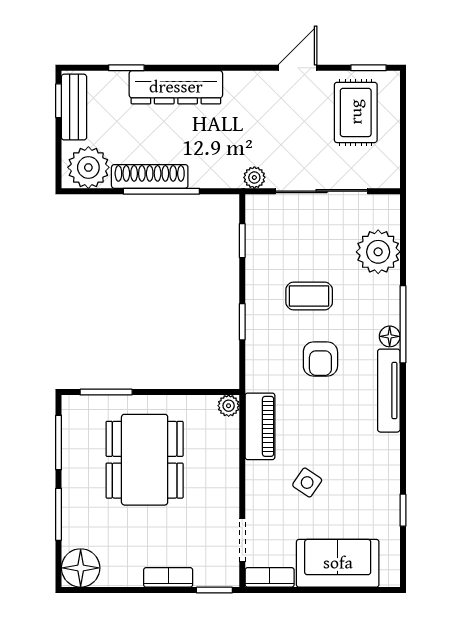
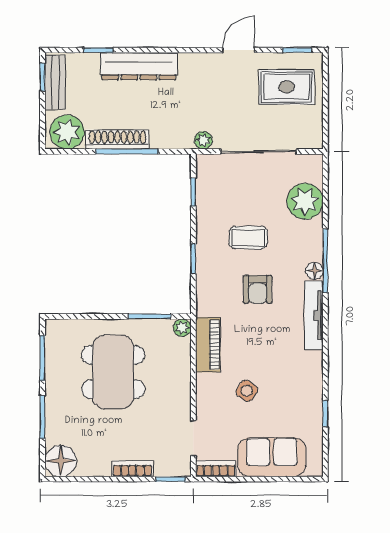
rug: (356, 112) -> (287, 87), turned 90
window: (106, 392) -> (149, 316), moved

